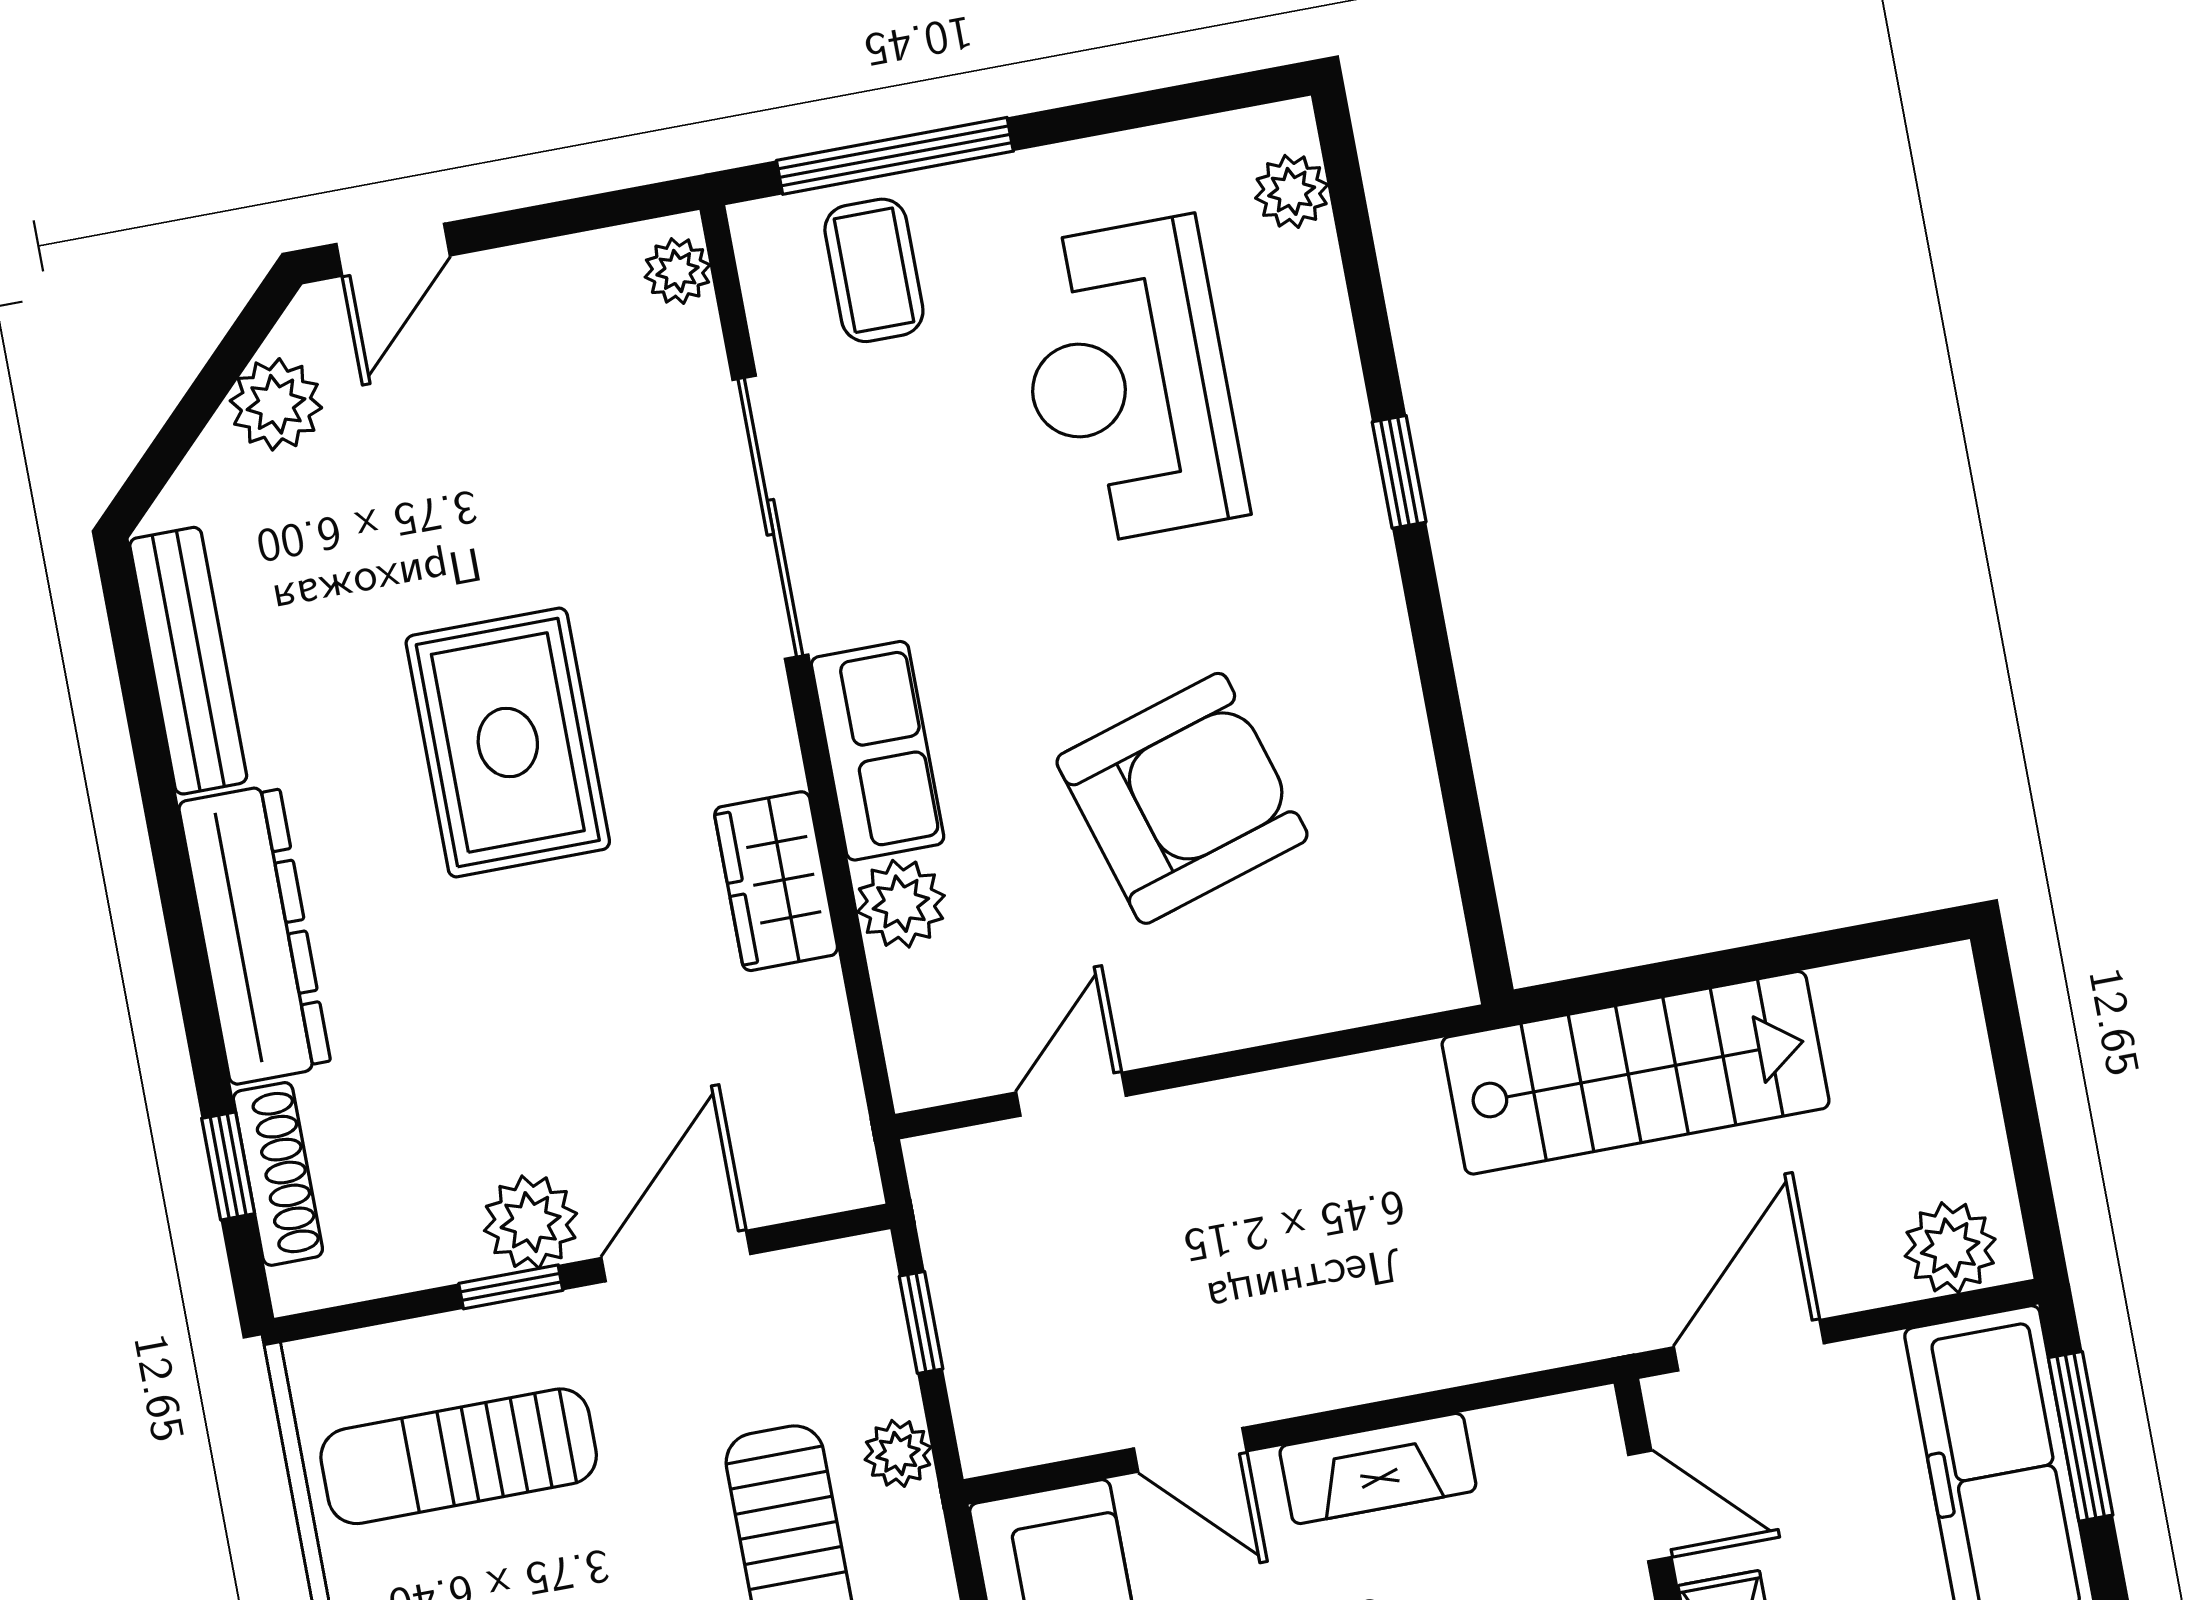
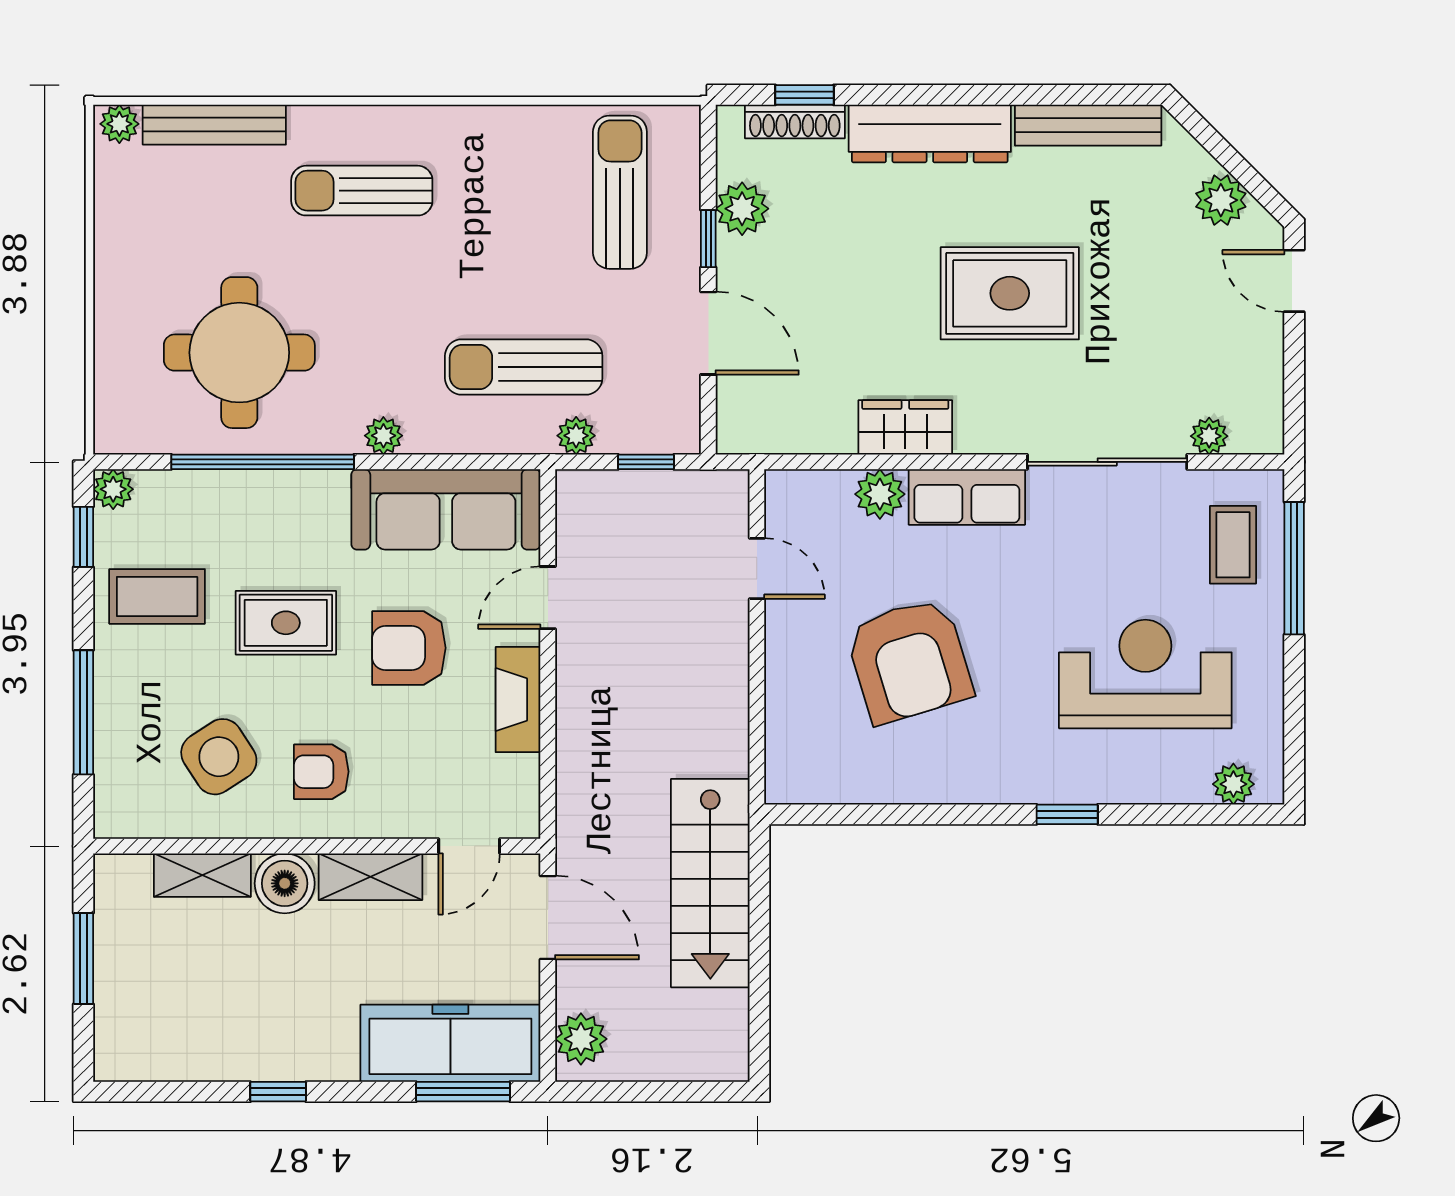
coffee table: (874, 270) -> (1233, 545), turned 90
plant: (677, 271) -> (1209, 436), moved
plant: (531, 1222) -> (742, 209), moved

